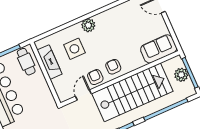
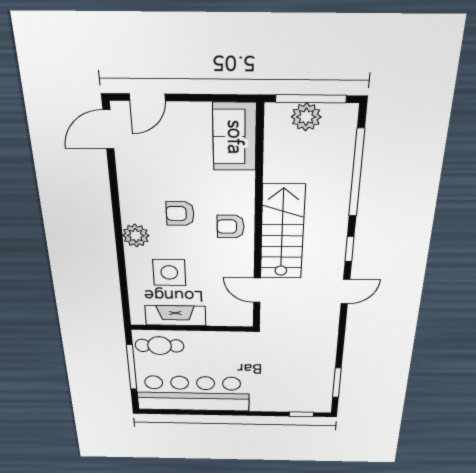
armchair: (95, 77) -> (180, 214), moved
stairs: (132, 92) -> (282, 232), width x0.73, depth x0.66

